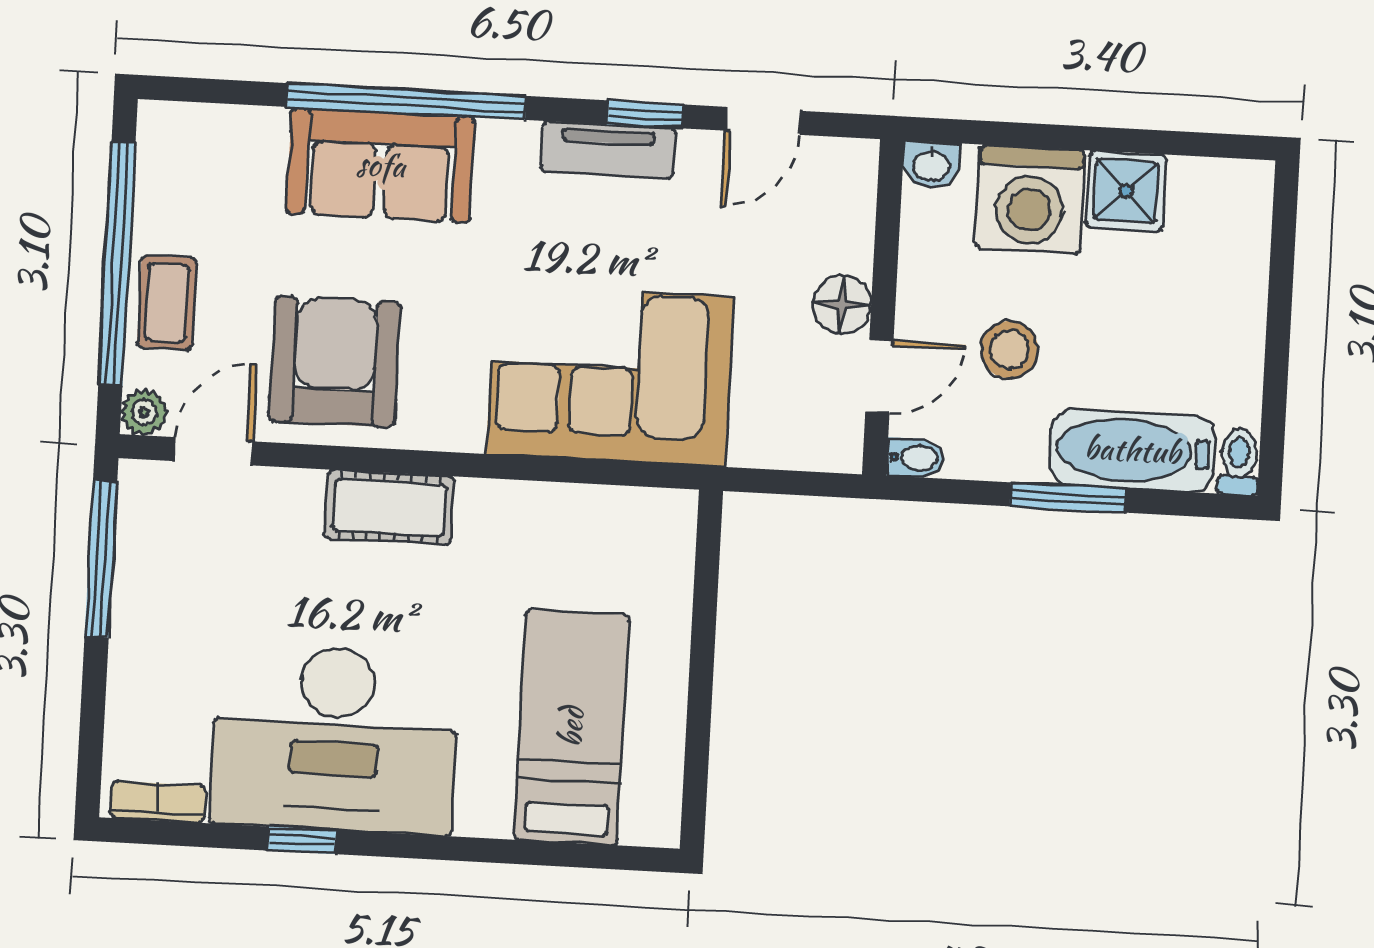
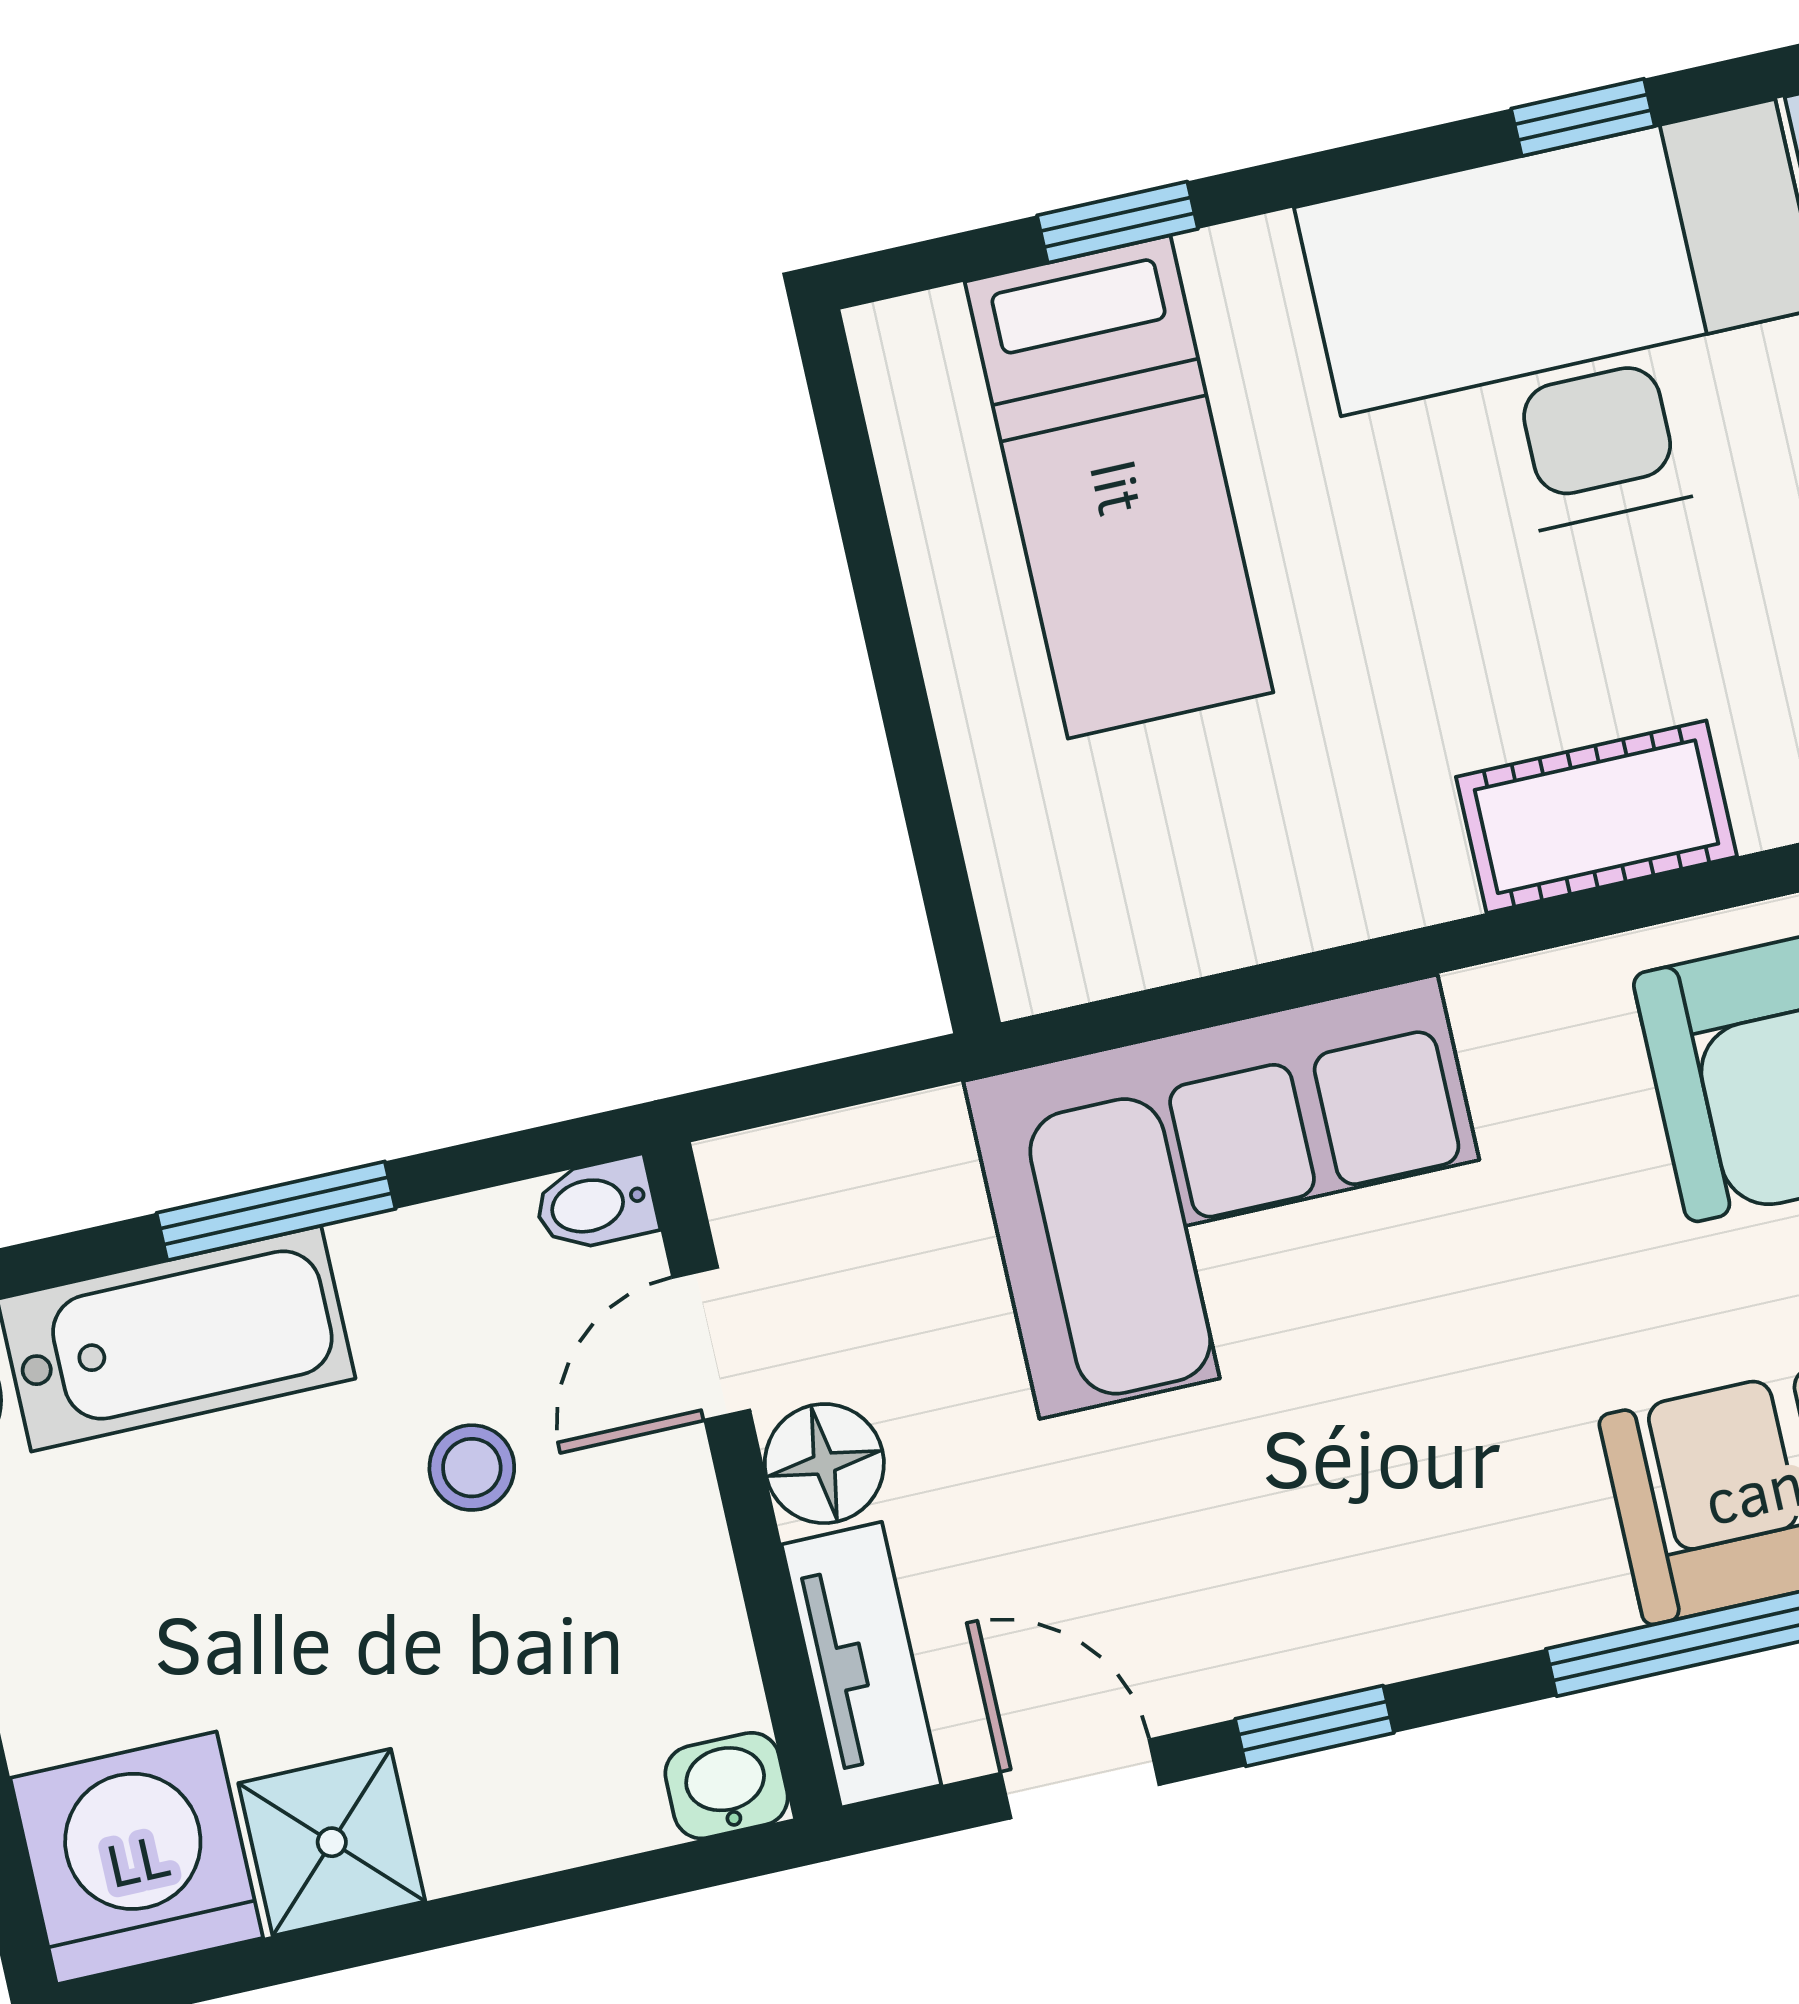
door: (763, 121) -> (1080, 1779), hinge flipped
tv unit: (608, 150) -> (861, 1665), moved, turned 90
washing machine: (1030, 199) -> (137, 1858), moved
stool: (1009, 350) -> (472, 1468), width x0.73, depth x0.73
window: (537, 853) -> (1118, 222), added

